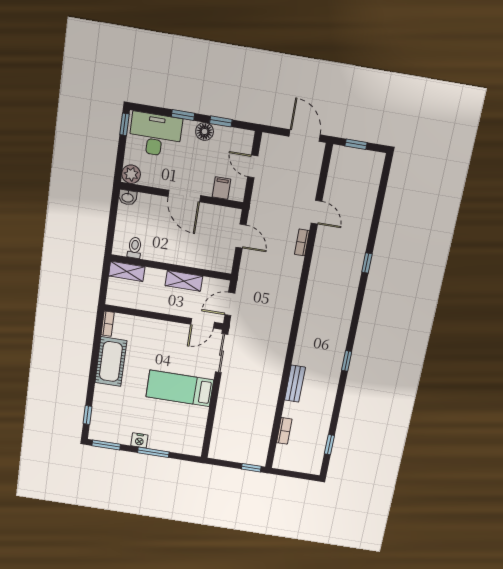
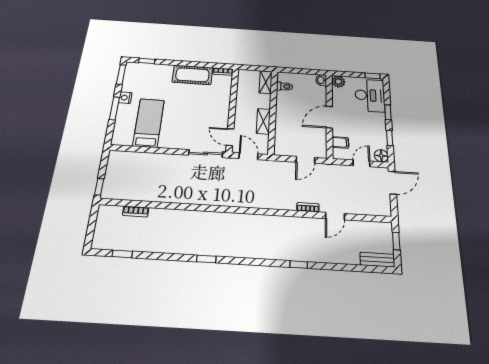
floor lamp: (205, 132) -> (381, 156), moved
door: (305, 136) -> (392, 183), moved
bench: (295, 384) -> (377, 260), moved
bed: (180, 388) -> (149, 123), moved

